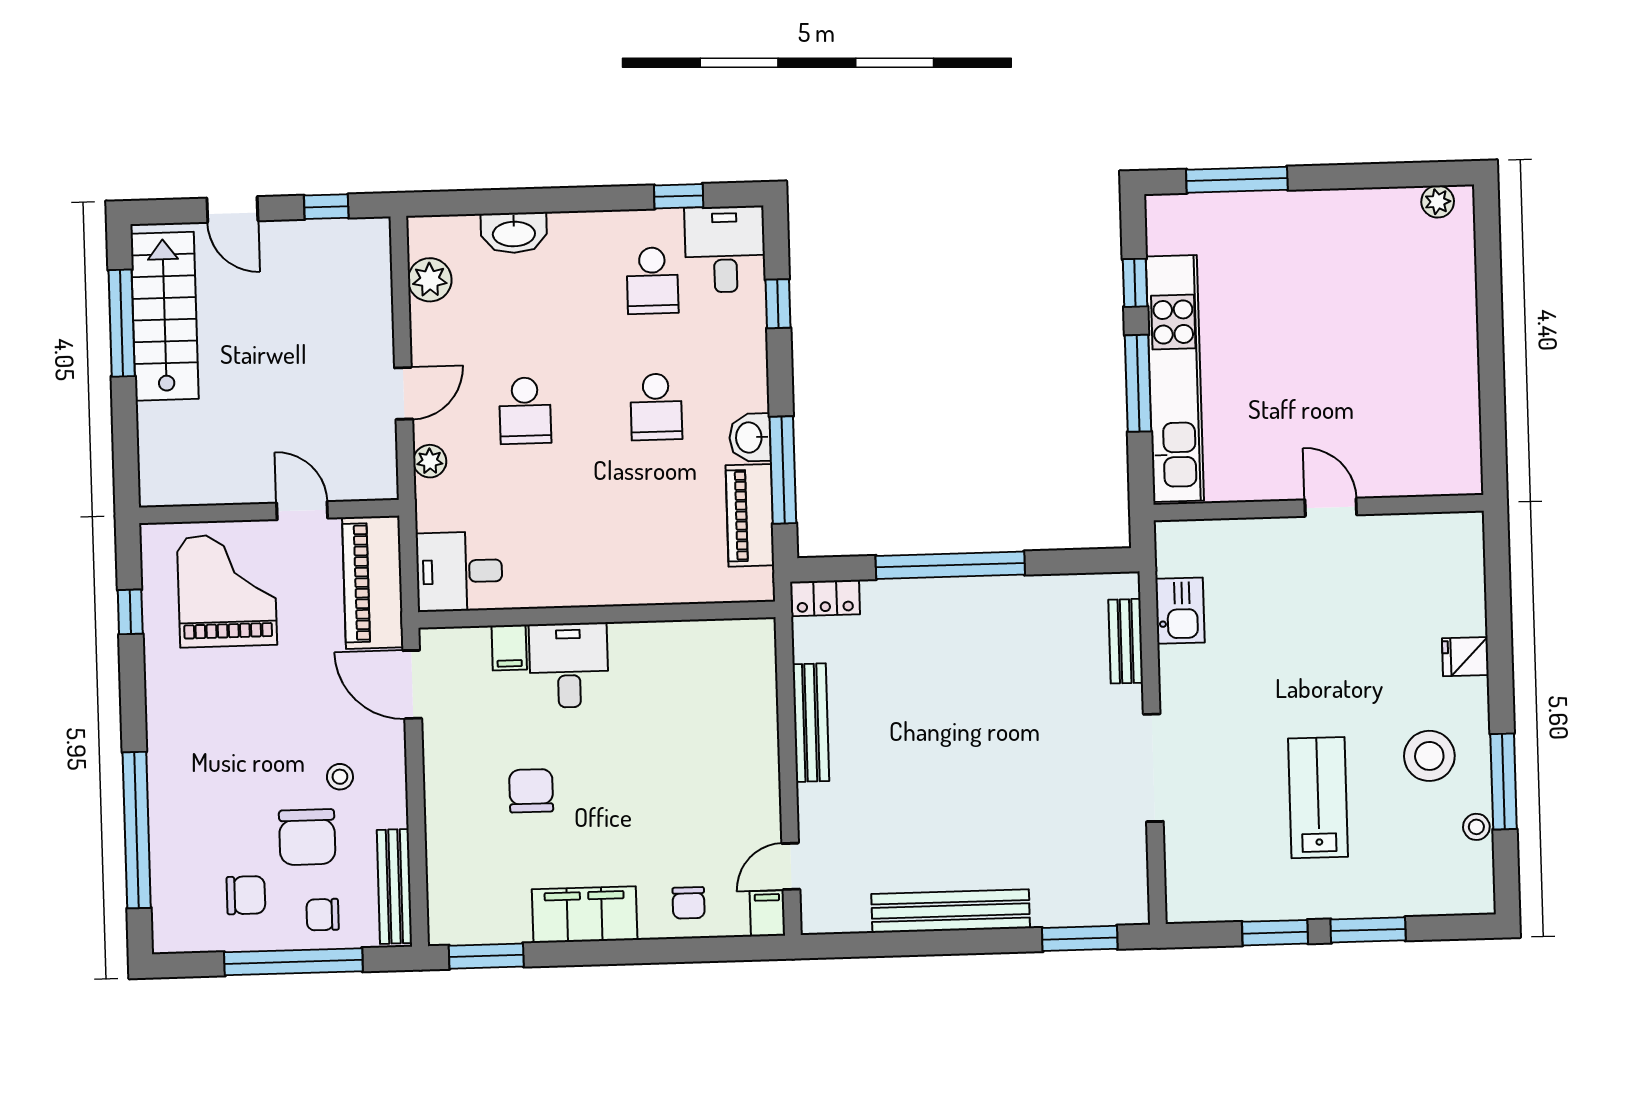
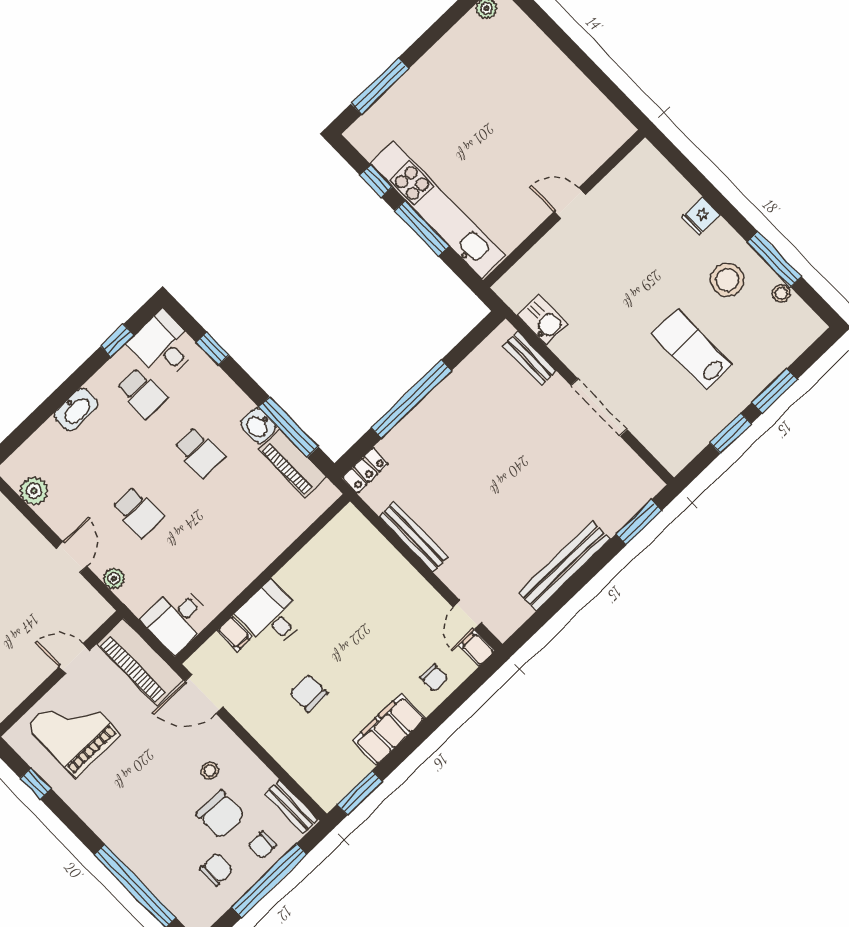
washbasin: (514, 233) -> (76, 410), moved
bench: (394, 886) -> (292, 807), width x0.73

